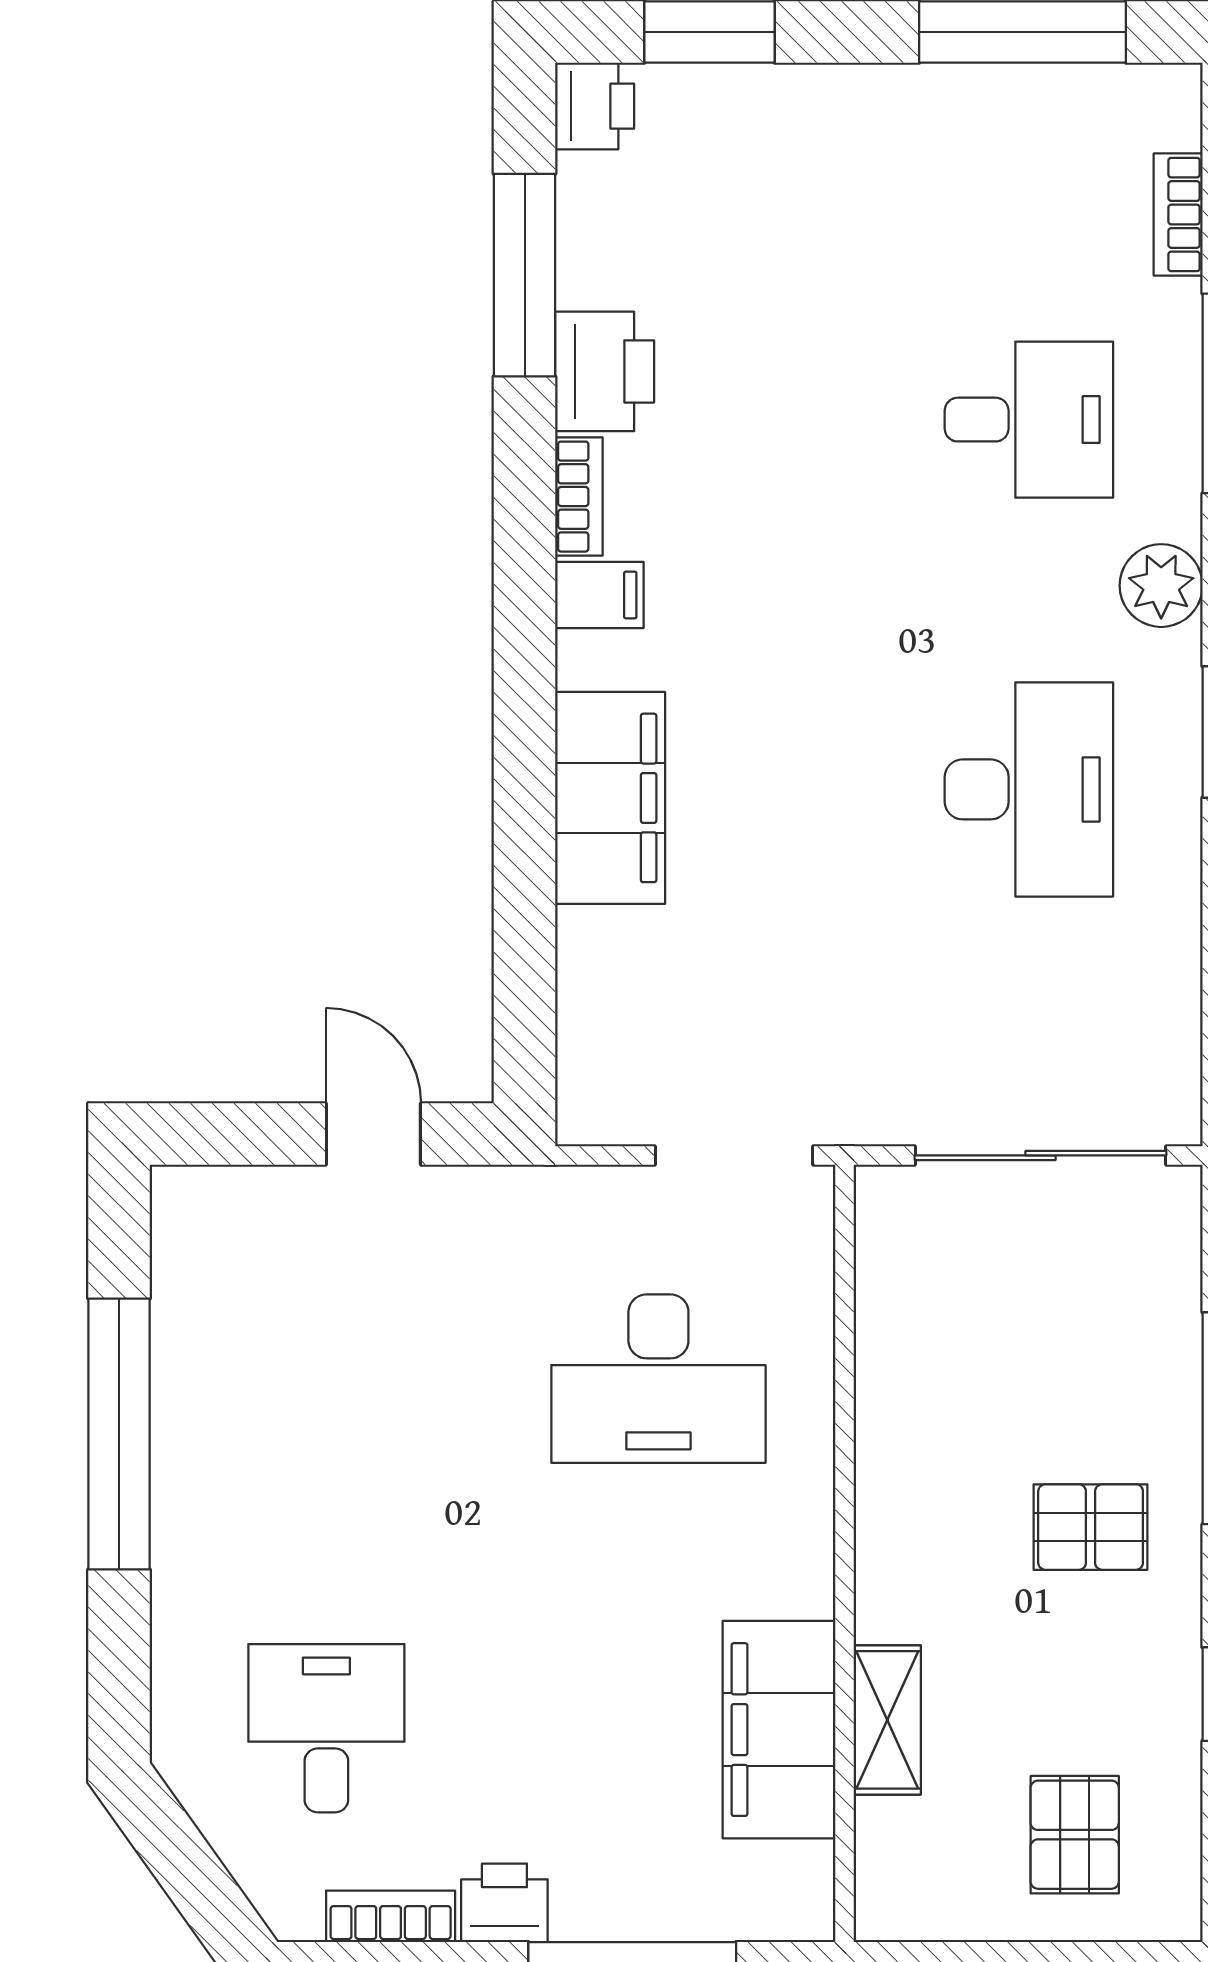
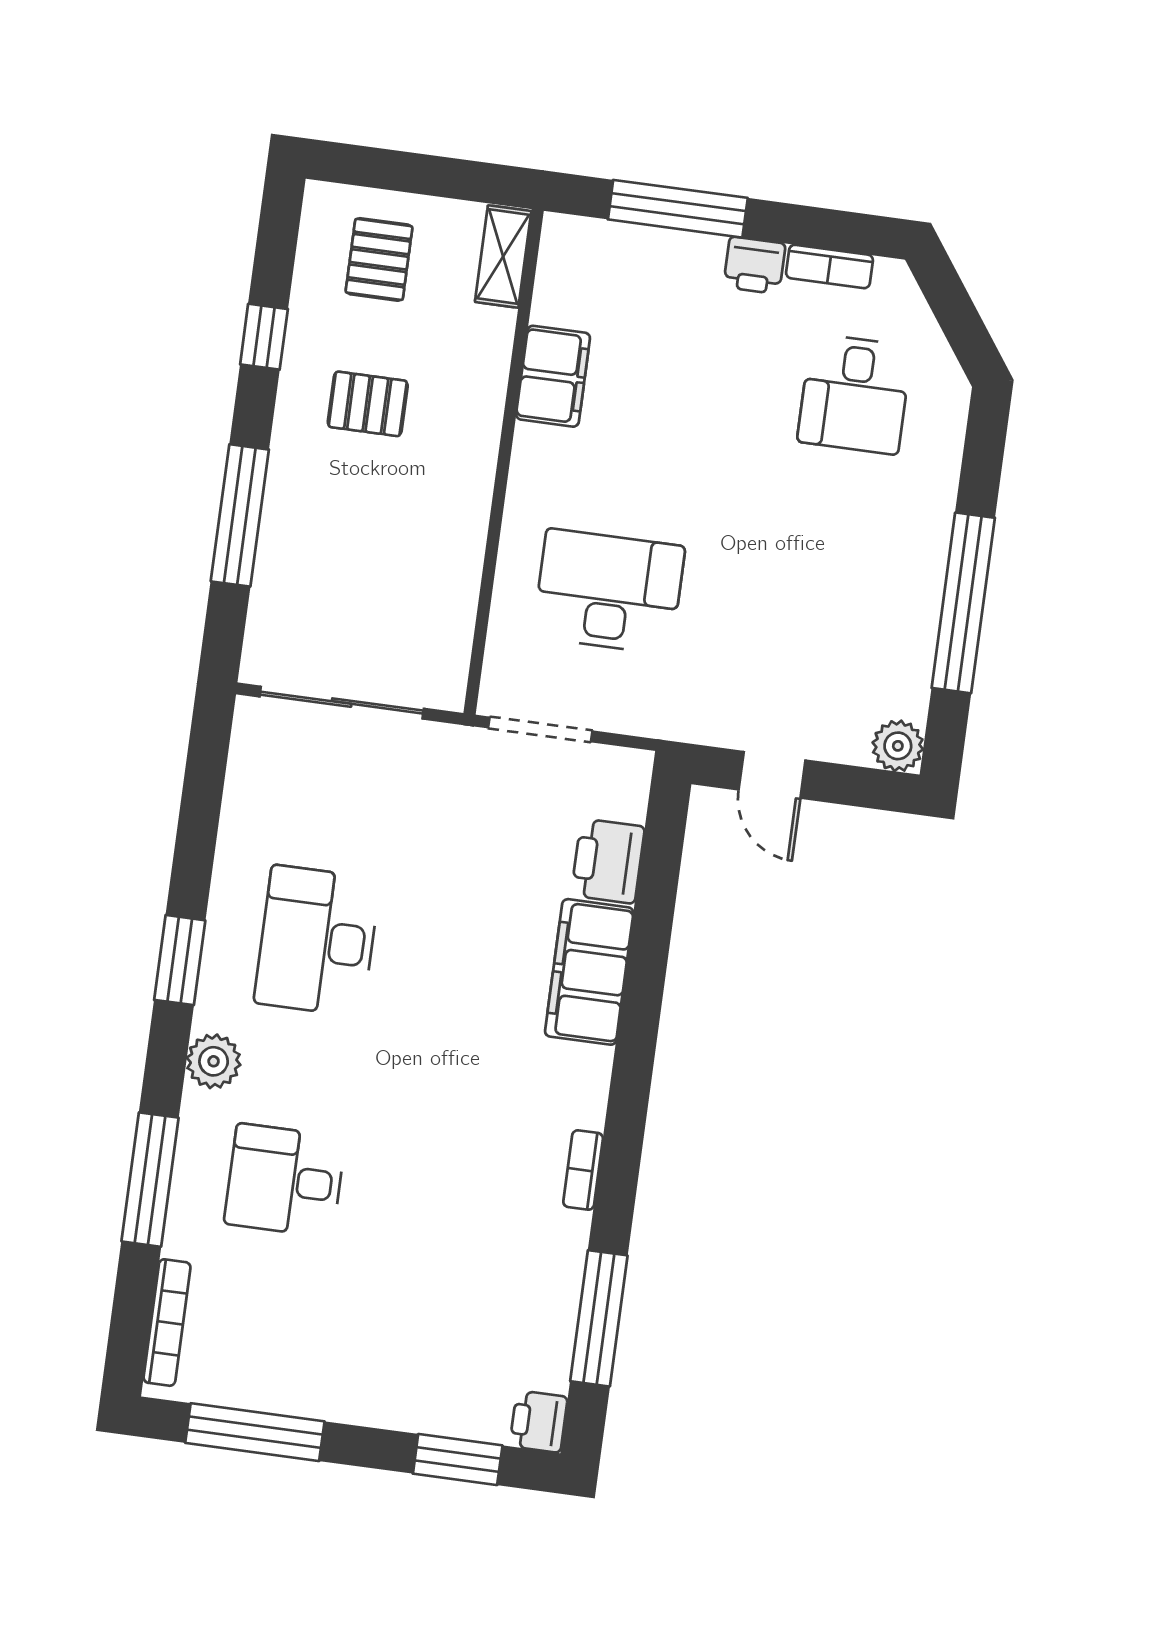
bookcase: (1178, 215) -> (167, 1323), width x1.56
printer: (605, 371) -> (608, 861), moved
filing cabinet: (599, 595) -> (578, 1104), removed
plant: (189, 1204) -> (898, 746), added
pallet: (1091, 1527) -> (368, 404), moved
shelving: (887, 1720) -> (503, 256), moved
filing cabinet: (779, 1730) -> (553, 376), width x0.67, depth x0.86

